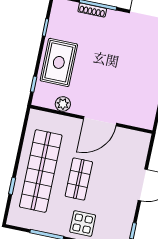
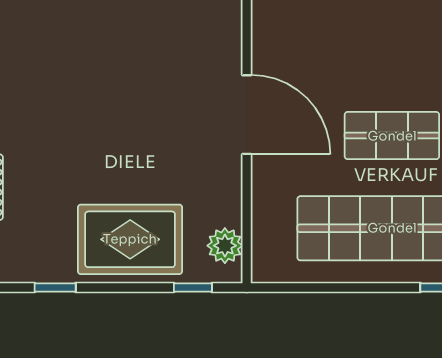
plant: (63, 104) -> (225, 246), moved

